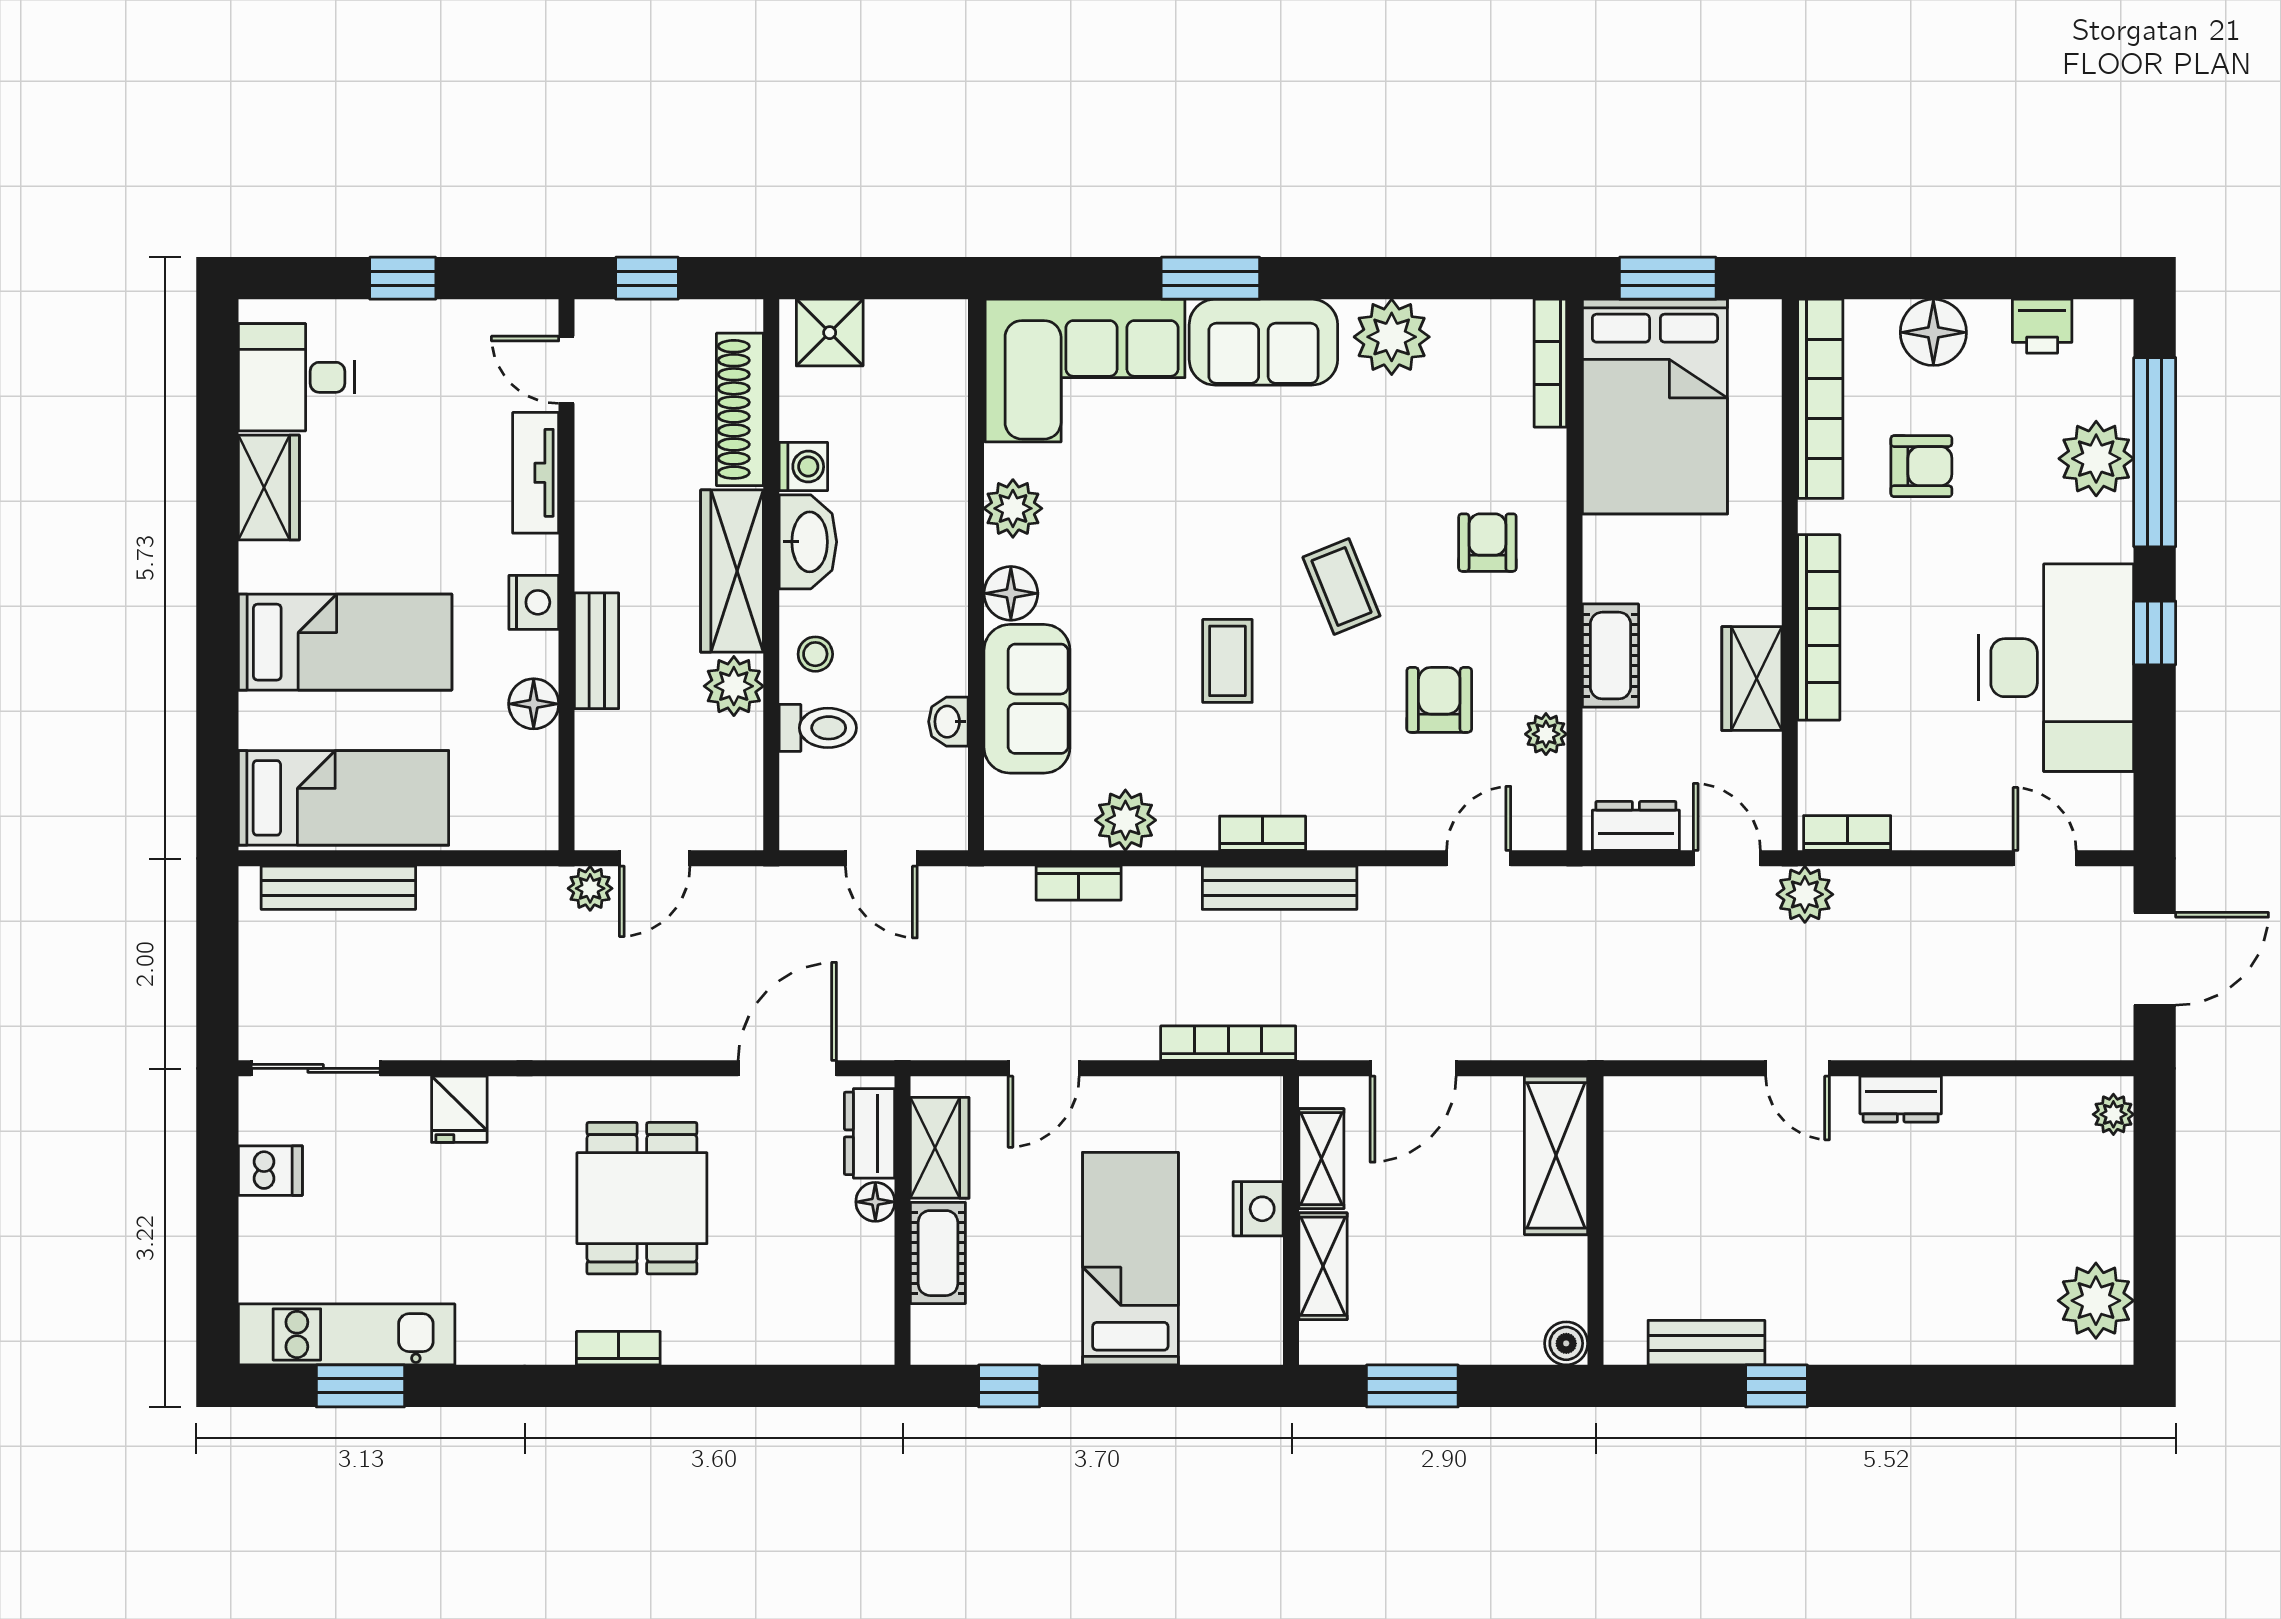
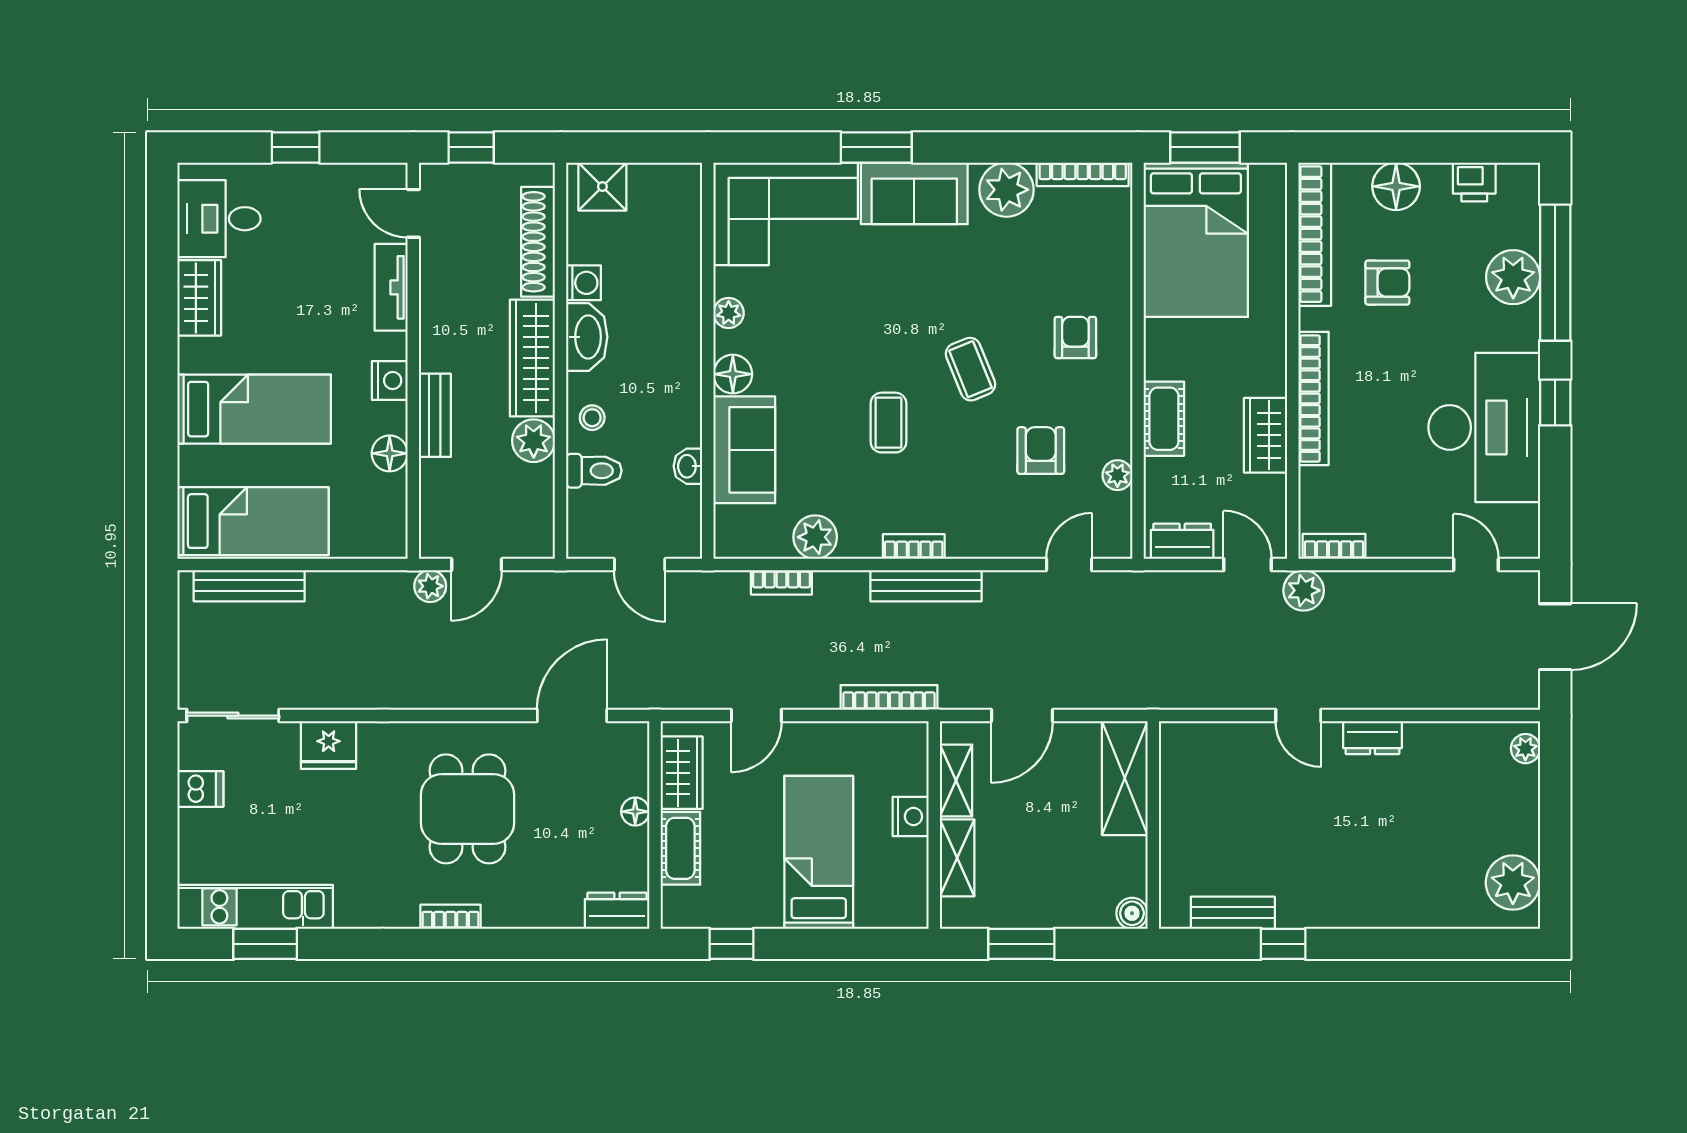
bookcase: (1550, 363) -> (1083, 174), moved, turned -90
plant: (1013, 508) -> (729, 313), width x0.73, depth x0.73
fridge: (459, 1109) -> (329, 745), width x1.38
dresser: (870, 1133) -> (617, 911), moved, turned 90

